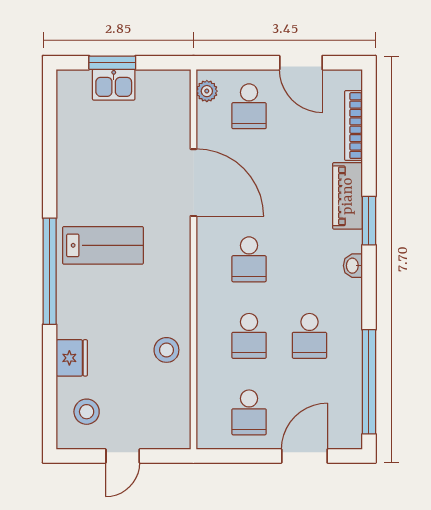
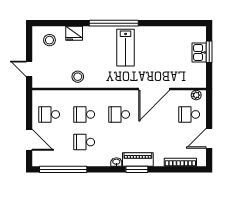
piano: (348, 196) -> (138, 159), moved
door: (123, 456) -> (29, 69), moved

